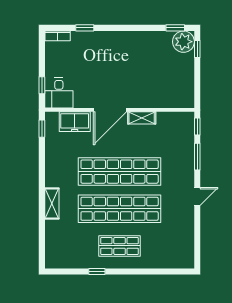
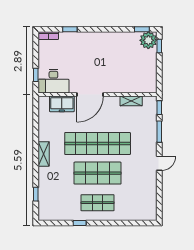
desk: (59, 93) -> (53, 81), width x1.37
shelving: (142, 118) -> (131, 101), moved
window: (42, 129) -> (36, 194), moved
shelving: (52, 204) -> (44, 154), moved
shop shelf: (120, 209) -> (98, 173), width x0.71

